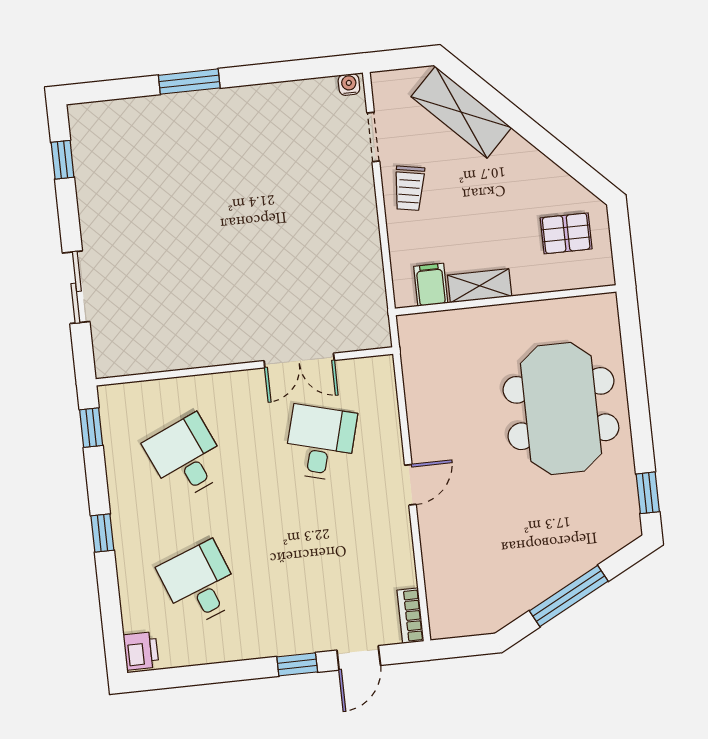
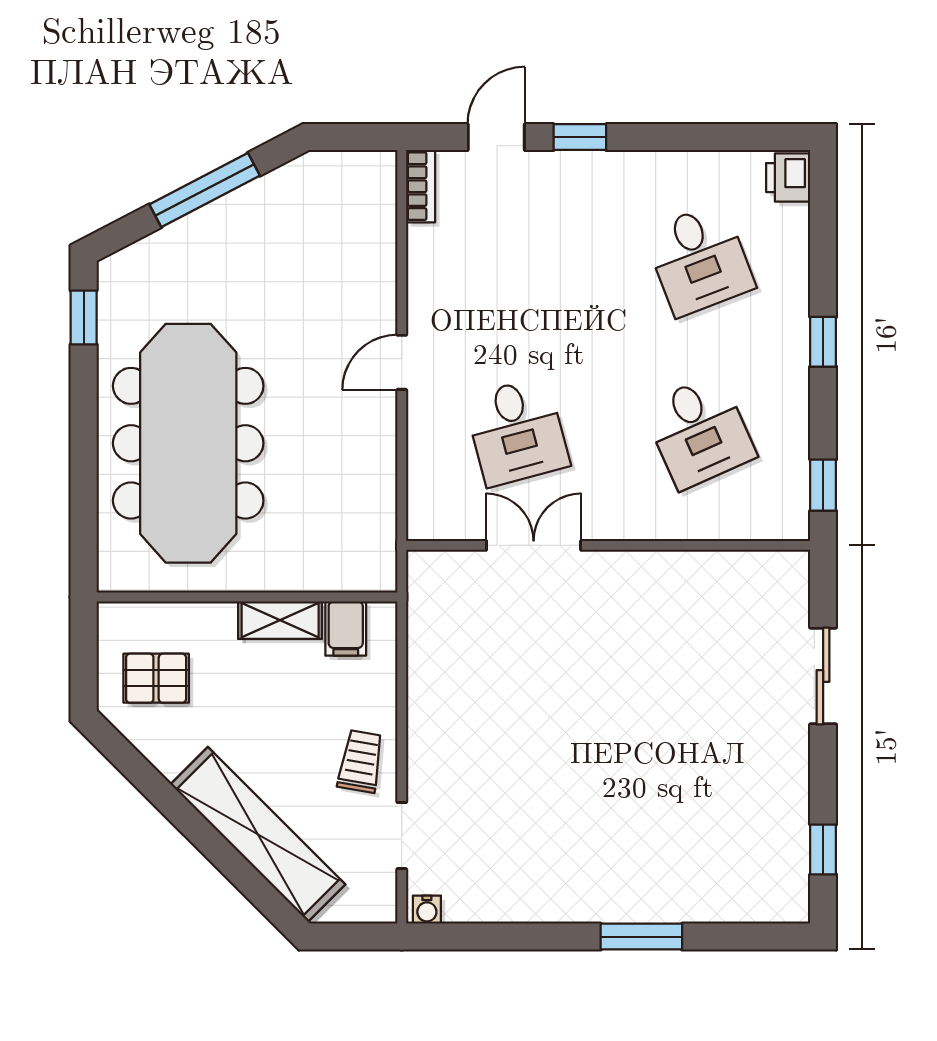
shelving: (461, 112) -> (258, 834), width x1.47
meeting table: (561, 409) -> (188, 443), width x1.36
desk: (320, 443) -> (517, 432), turned -30

